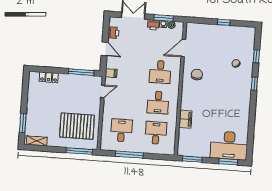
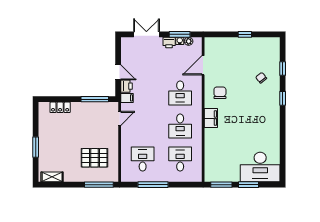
printer: (113, 33) -> (127, 86), moved
filing cabinet: (185, 119) -> (211, 118), moved
window: (23, 123) -> (36, 147), moved
pallet: (77, 126) -> (94, 158), width x0.73, depth x0.71
window: (228, 162) -> (249, 185), moved

